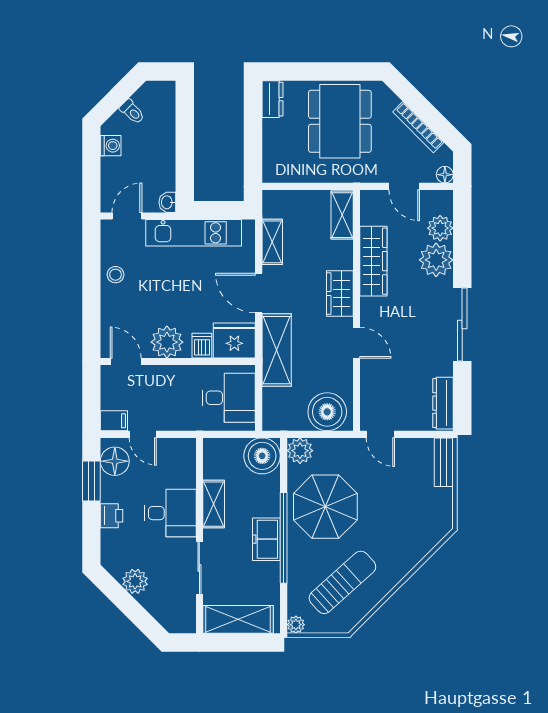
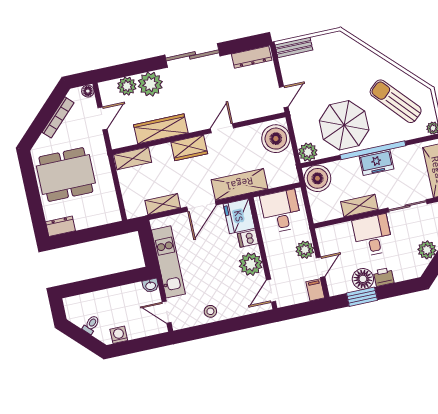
plant: (170, 418) -> (305, 250), added
floor lamp: (115, 461) -> (363, 279), moved

